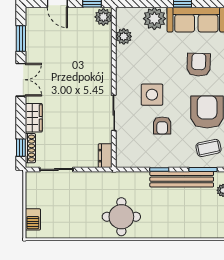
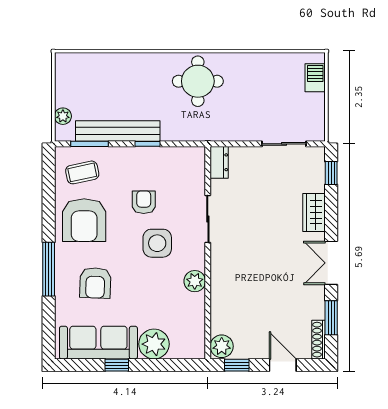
plant: (124, 36) -> (195, 281), moved
shoe rack: (30, 148) -> (319, 340), moved

